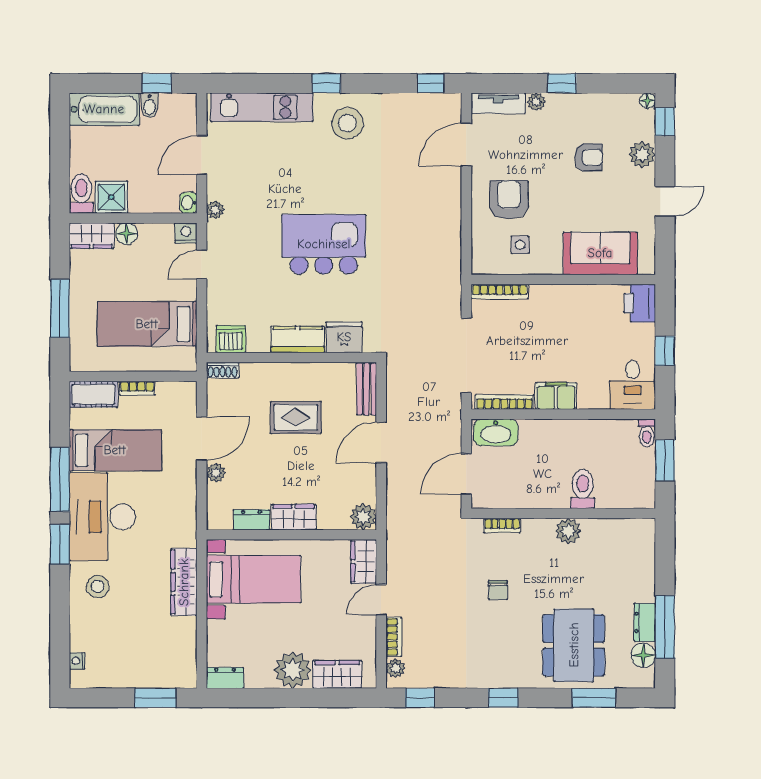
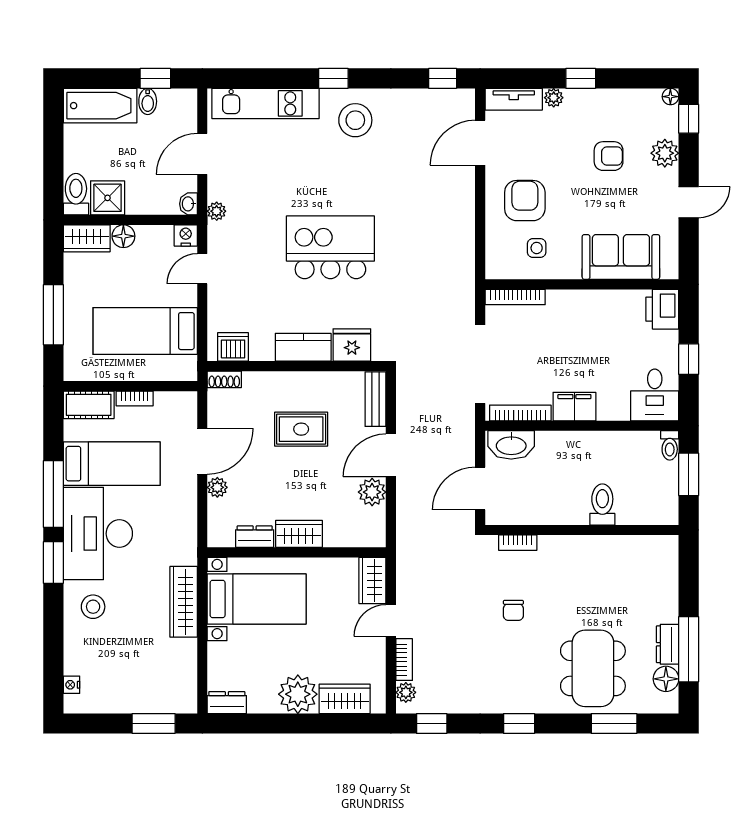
plant: (363, 517) -> (372, 492), moved
plant: (568, 531) -> (587, 549), removed

